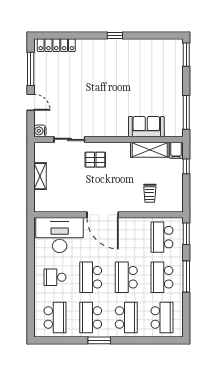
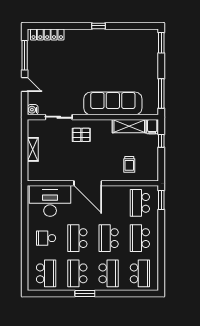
sofa: (146, 127) -> (113, 103), width x1.85, depth x1.27
window: (186, 277) -> (161, 237), removed

